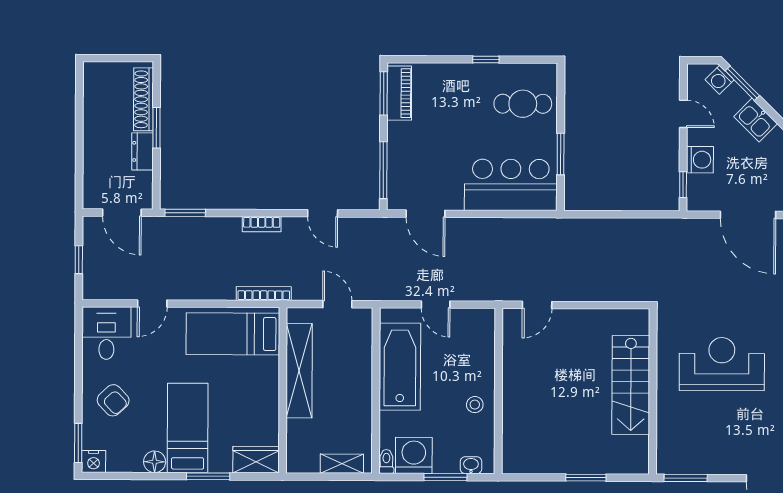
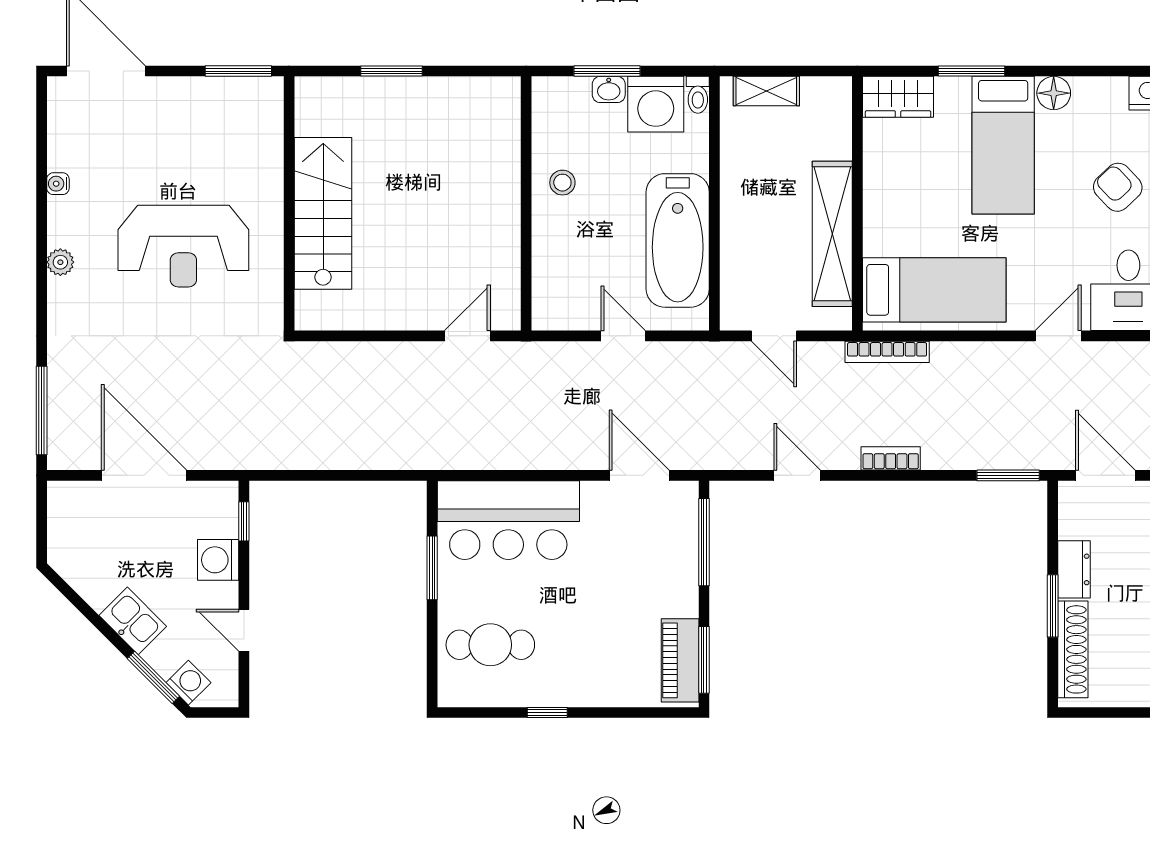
washbasin: (471, 465) -> (609, 89), moved

